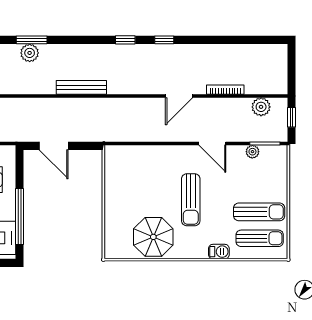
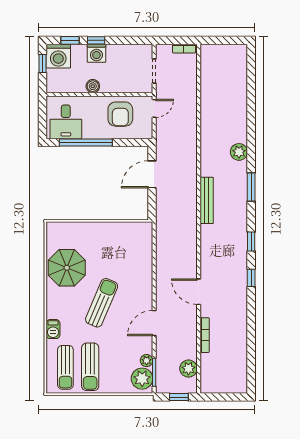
window: (32, 40) -> (251, 187), moved
plant: (272, 156) -> (142, 379), added
sun lounger: (191, 200) -> (102, 303), turned 113

